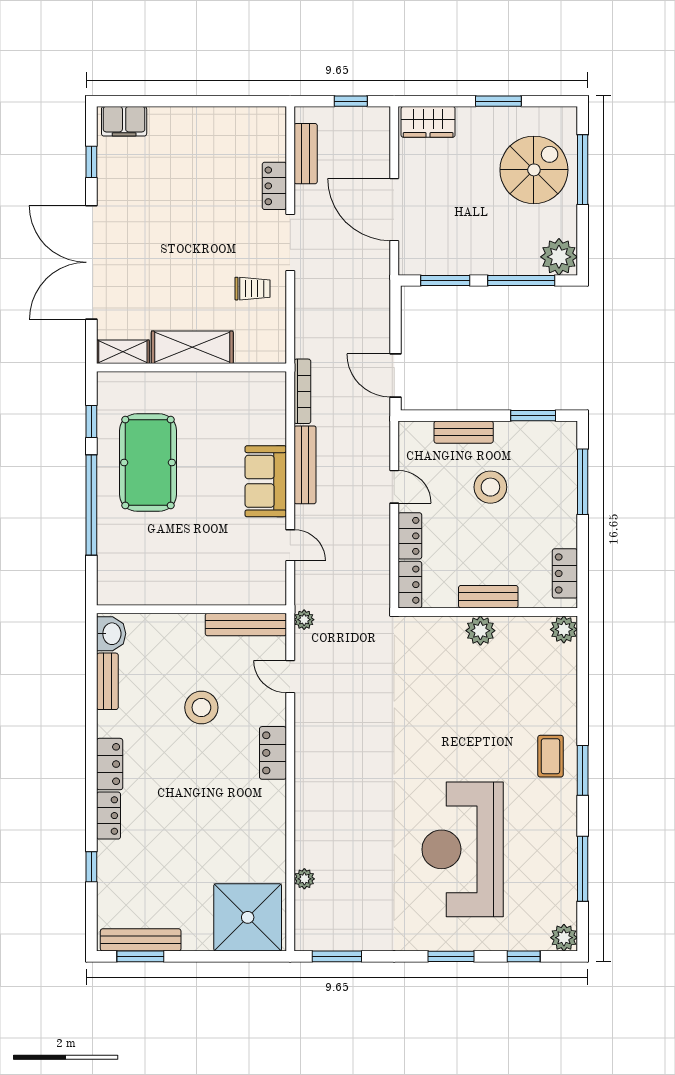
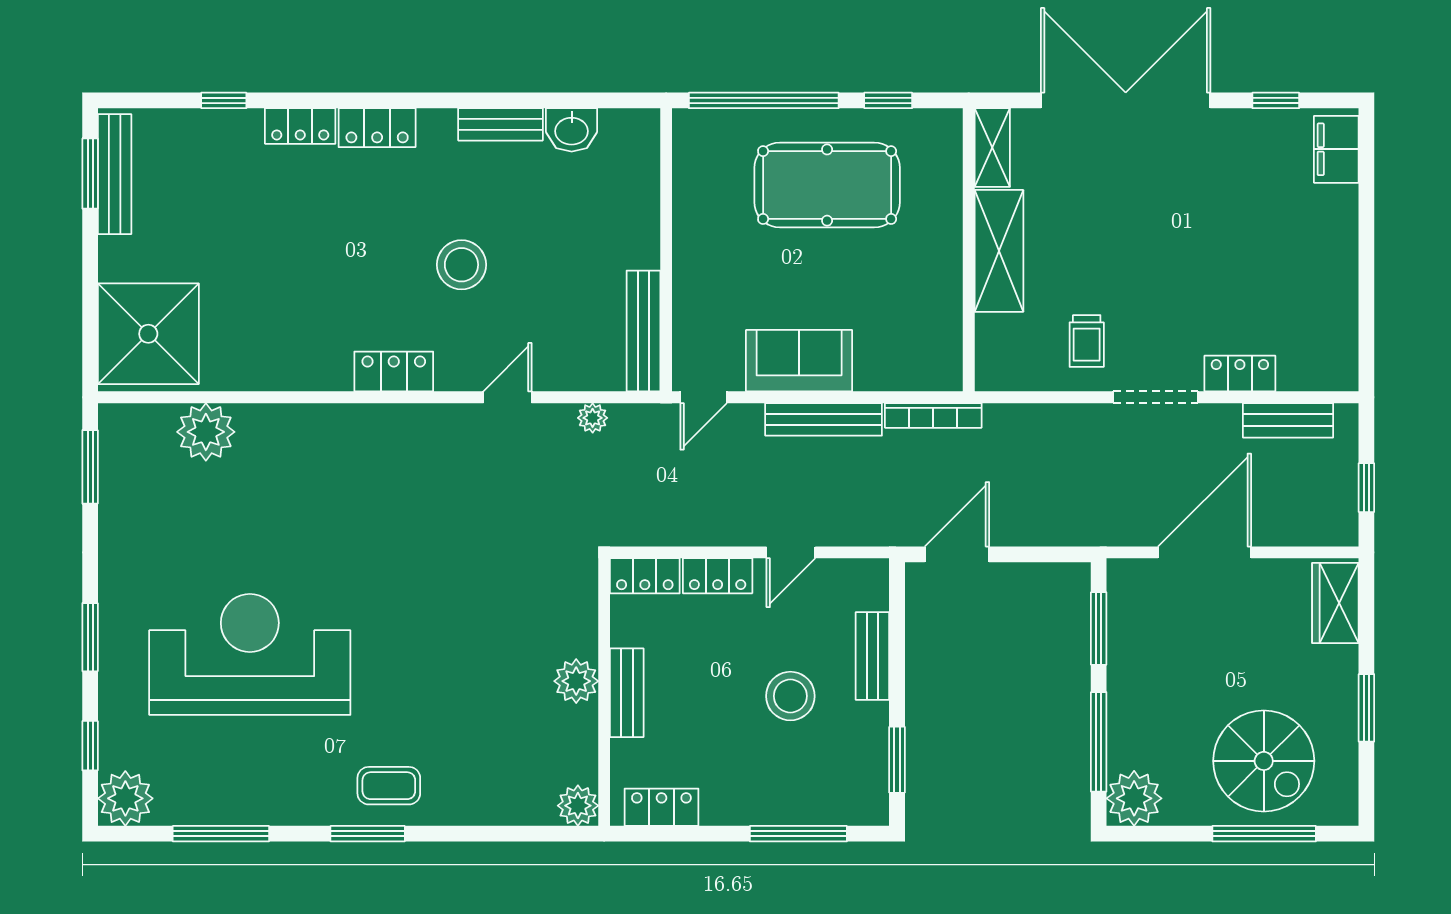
wall: (191, 609) -> (666, 250), moved
bench: (246, 625) -> (643, 331), moved
plant: (304, 879) -> (206, 432), width x1.87, depth x1.87
plant: (564, 938) -> (125, 798), width x1.36, depth x1.36

